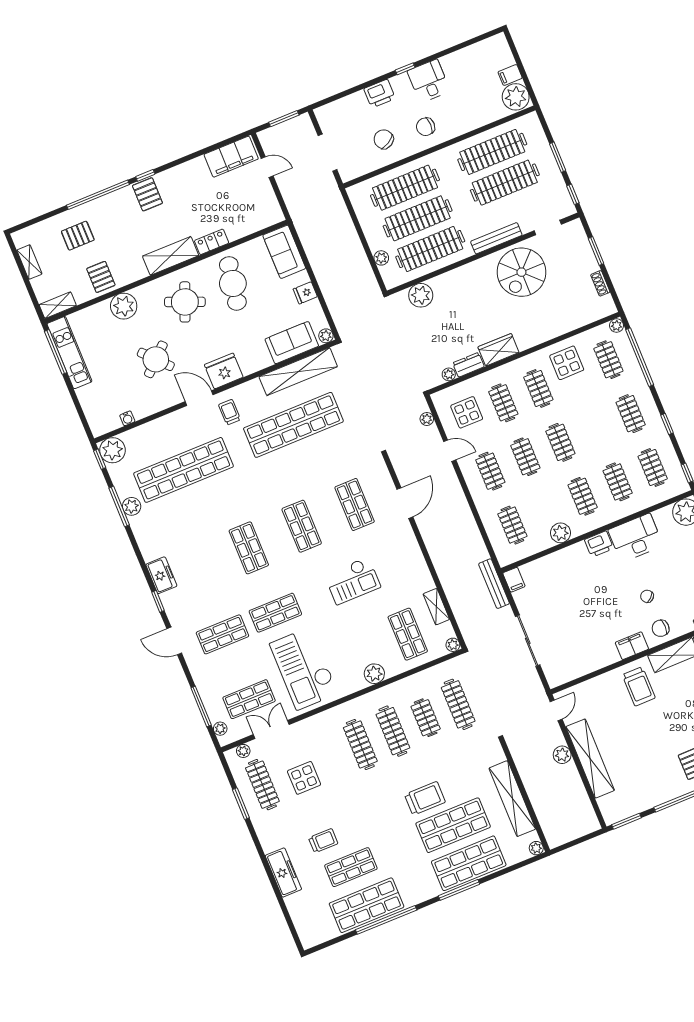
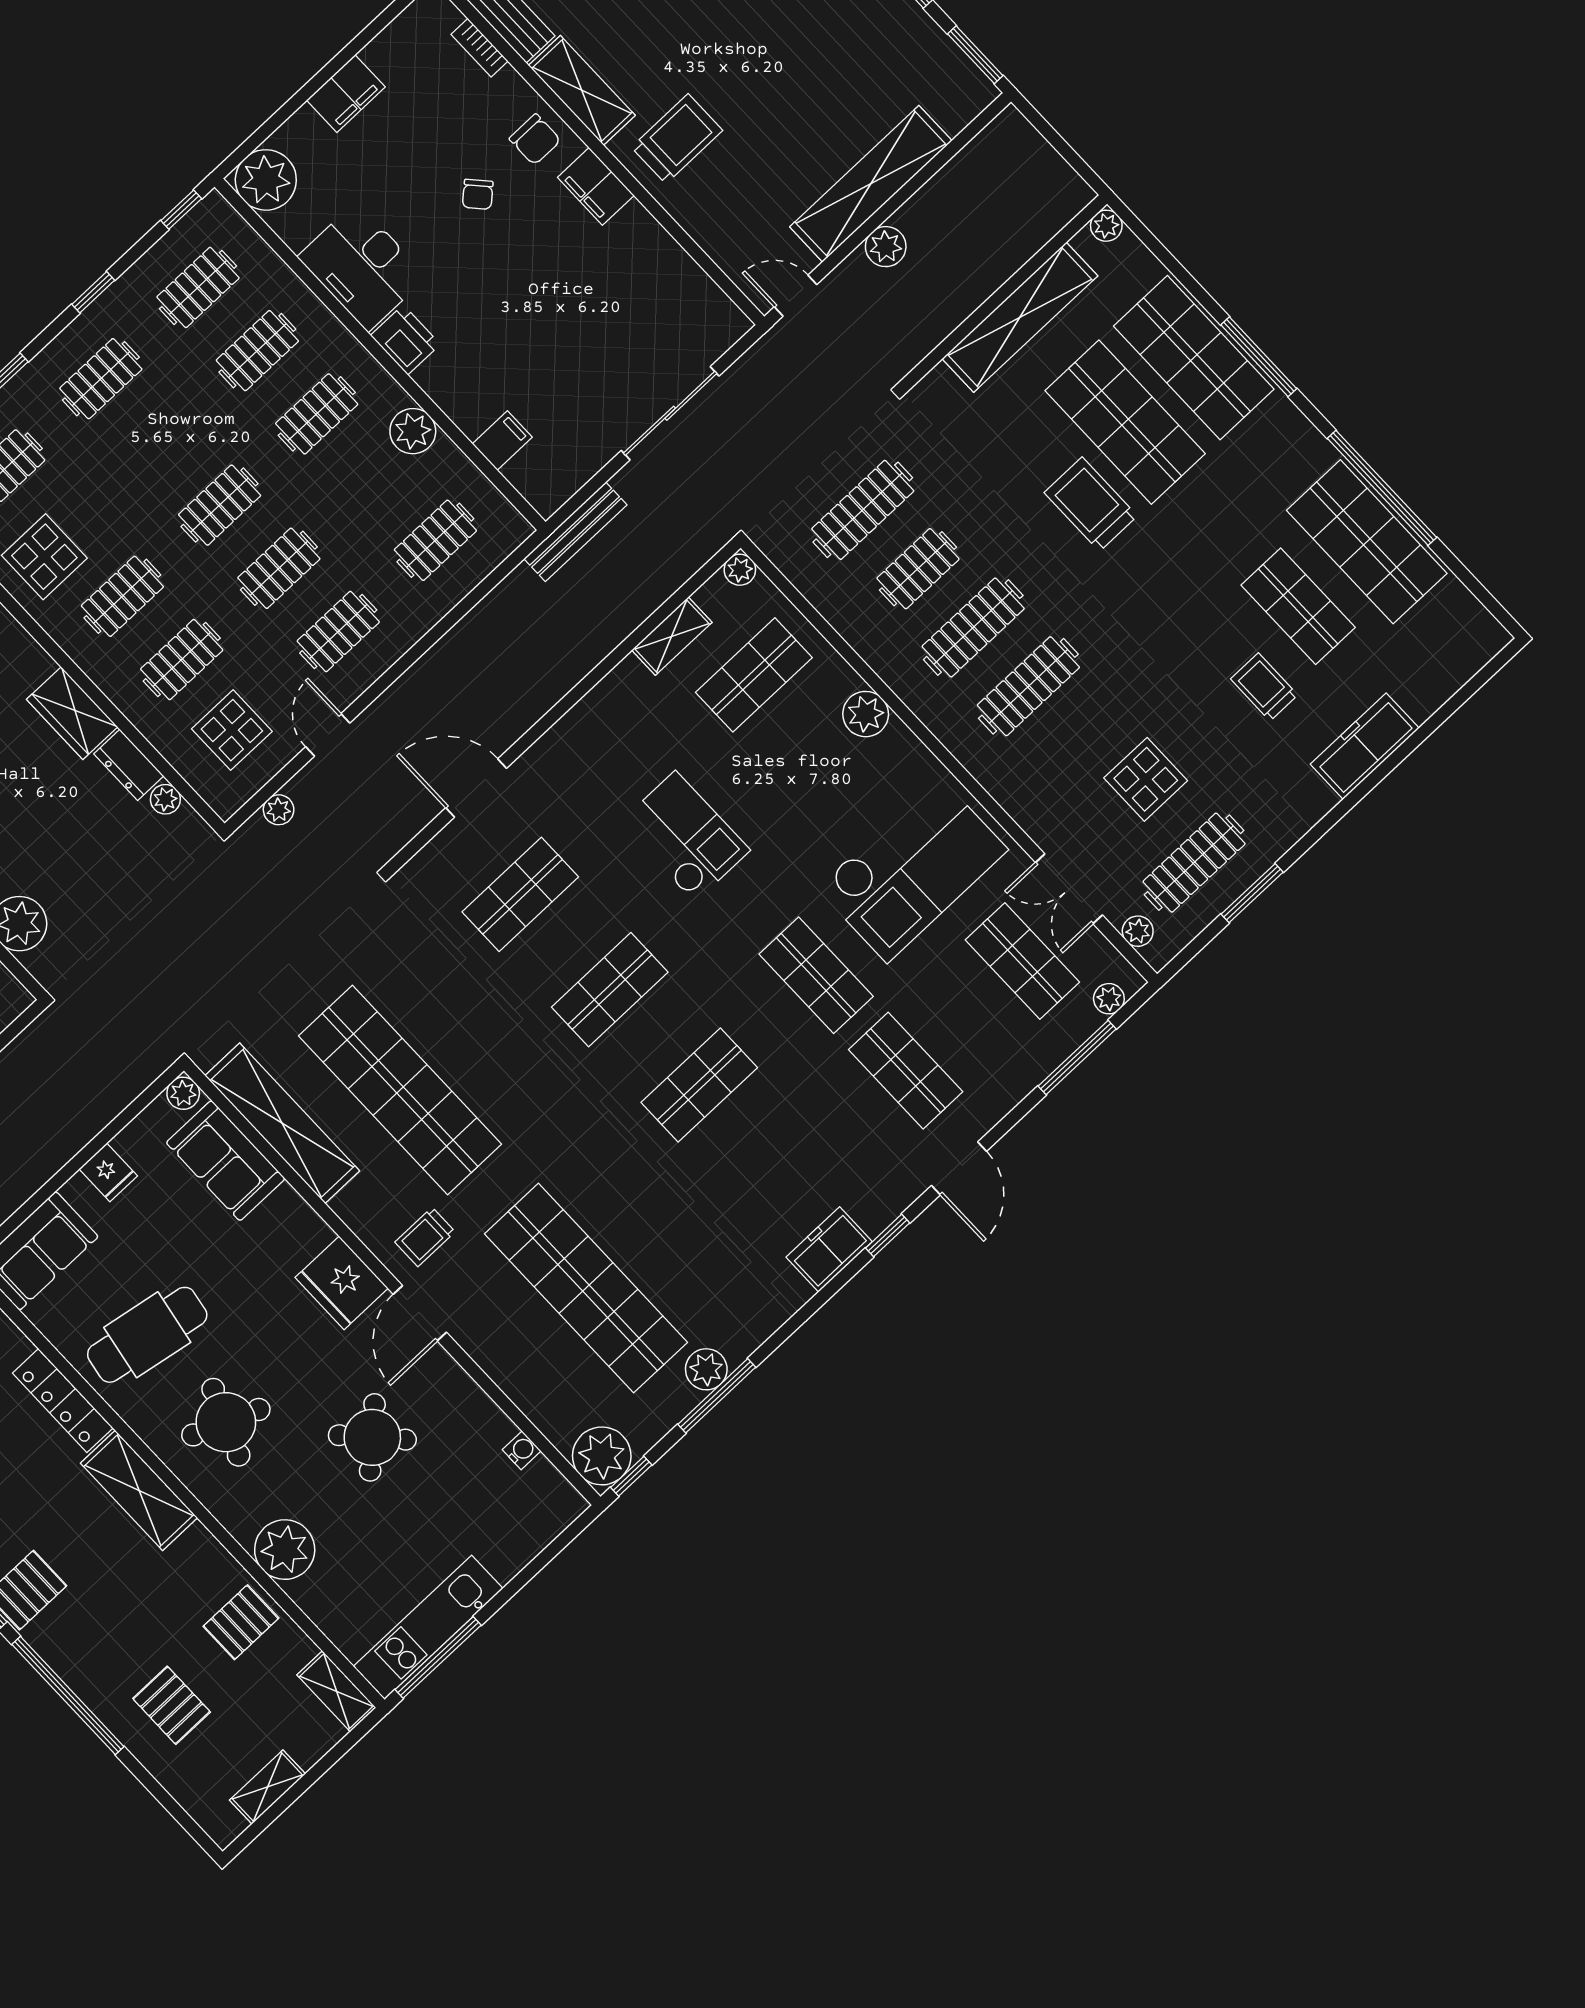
locker: (212, 242) -> (63, 1401), width x1.53
filing cabinet: (514, 580) -> (502, 440), moved

